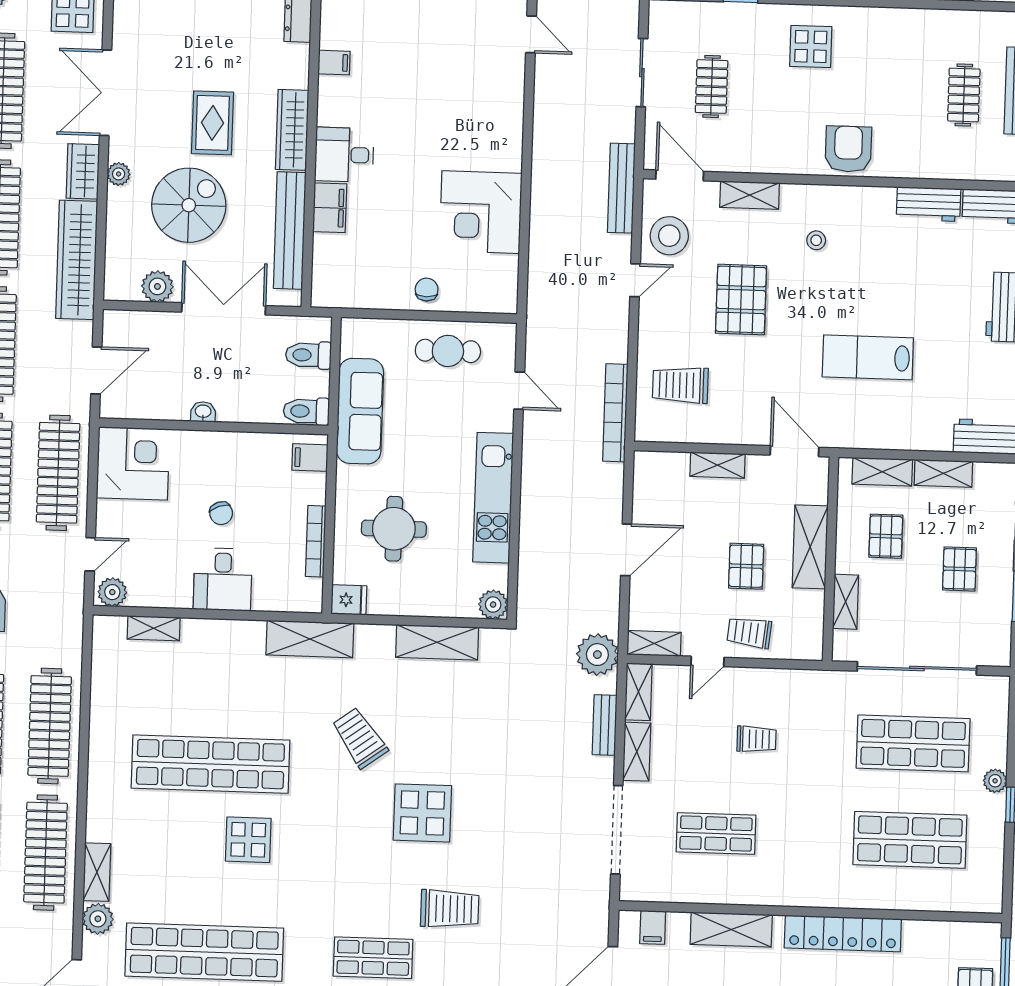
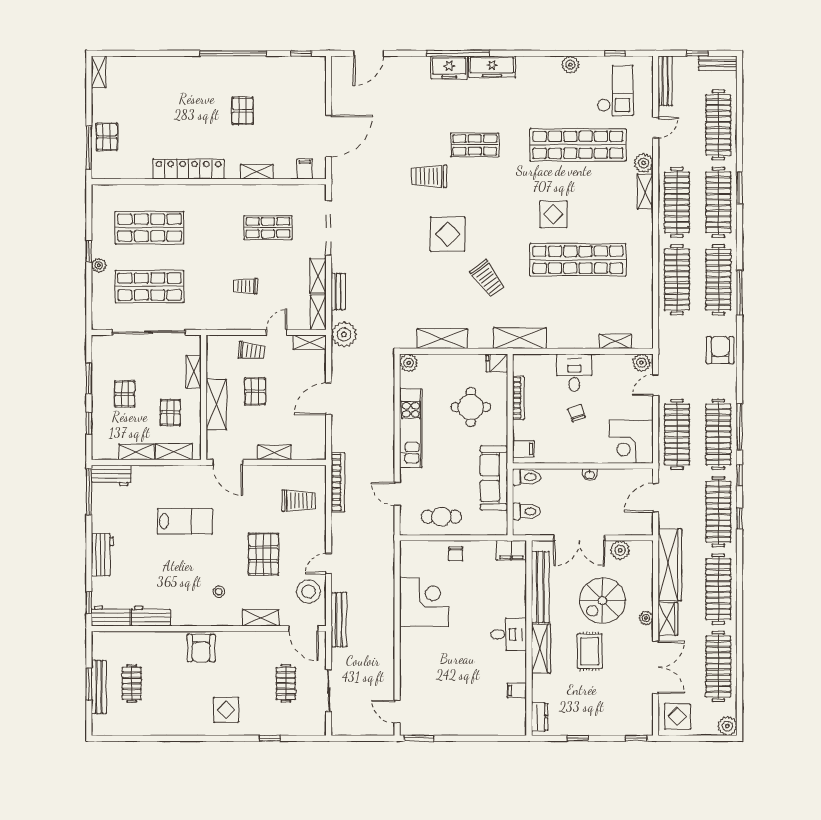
filing cabinet: (330, 208) -> (511, 550), moved, turned -90
shelving: (731, 930) -> (257, 172), width x0.67, depth x0.75

